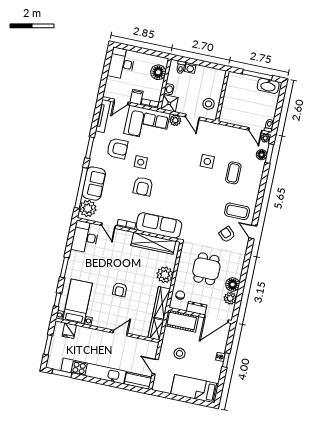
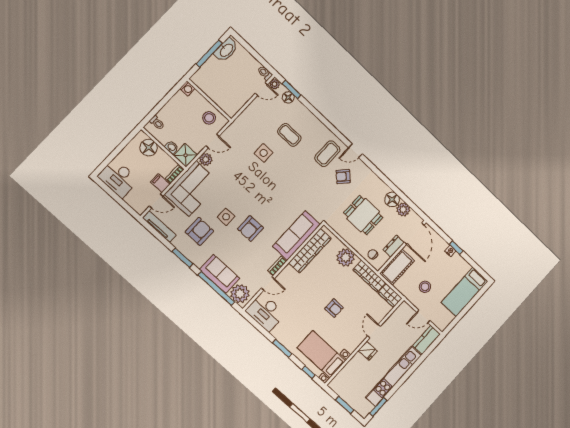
washing machine: (190, 68) -> (187, 88), moved
door: (121, 102) -> (156, 201), hinge flipped
armchair: (143, 186) -> (250, 228), turned 90
fridge: (69, 331) -> (368, 351), moved

